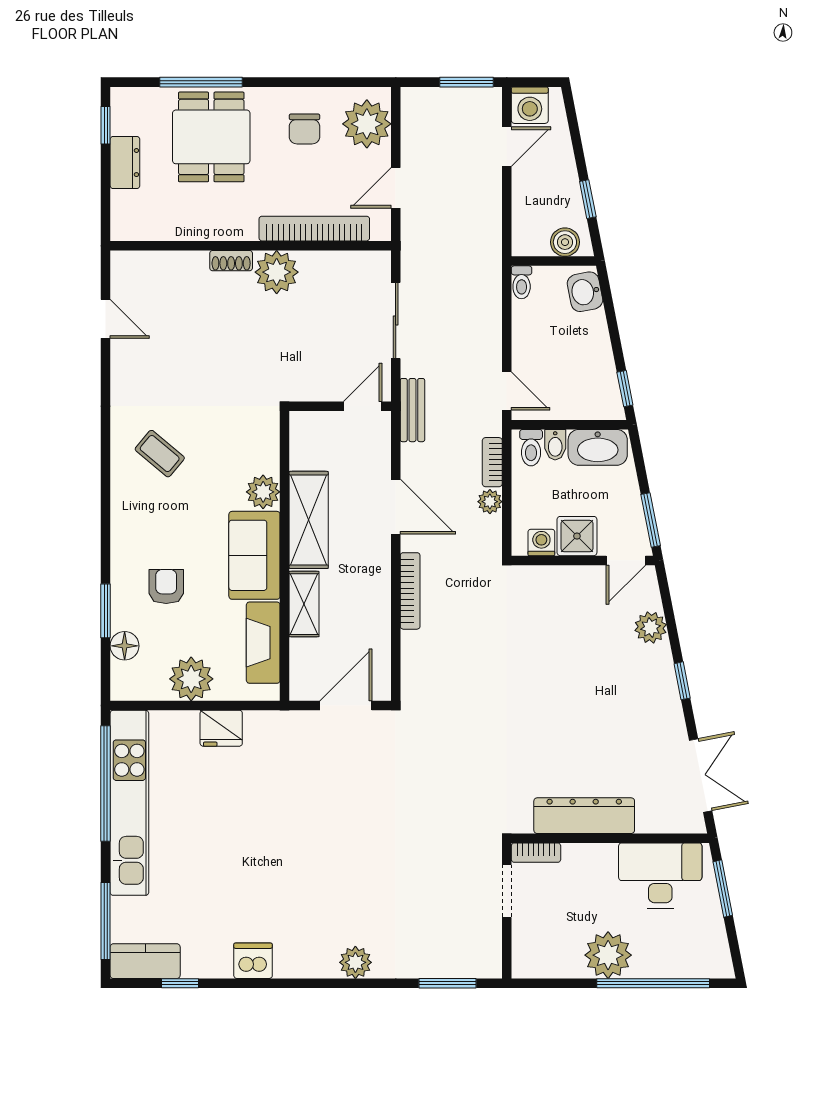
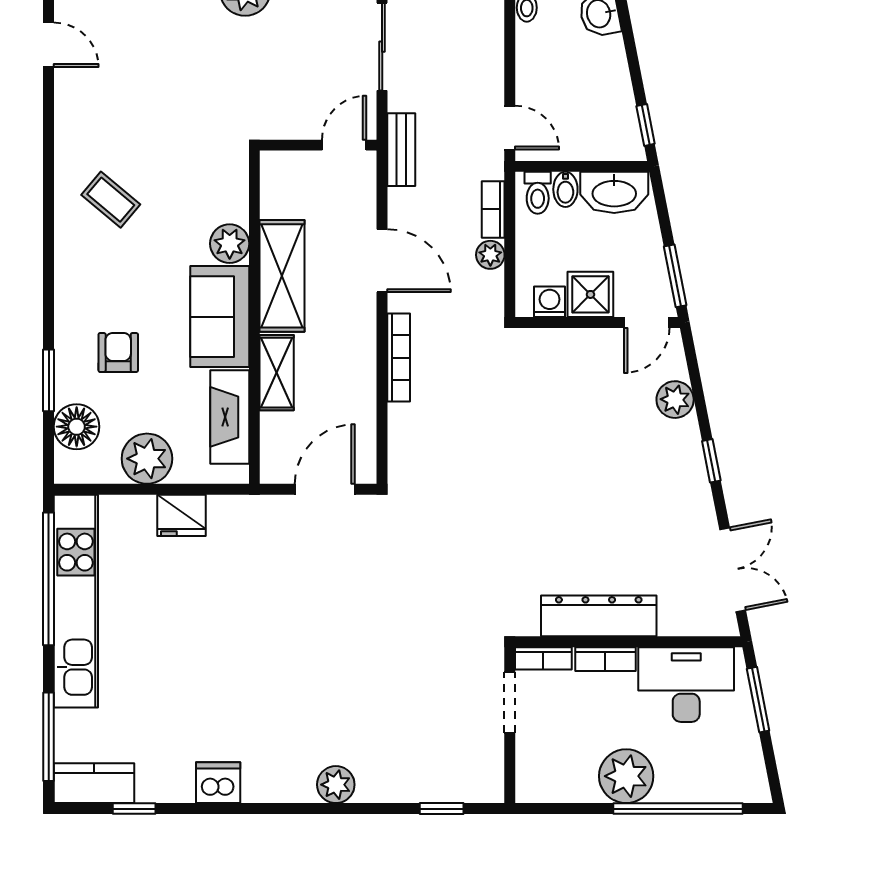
floor lamp: (125, 646) -> (77, 427), width x1.38, depth x1.38
bookcase: (590, 853) -> (605, 659), added
window: (448, 983) -> (442, 809), width x0.67

